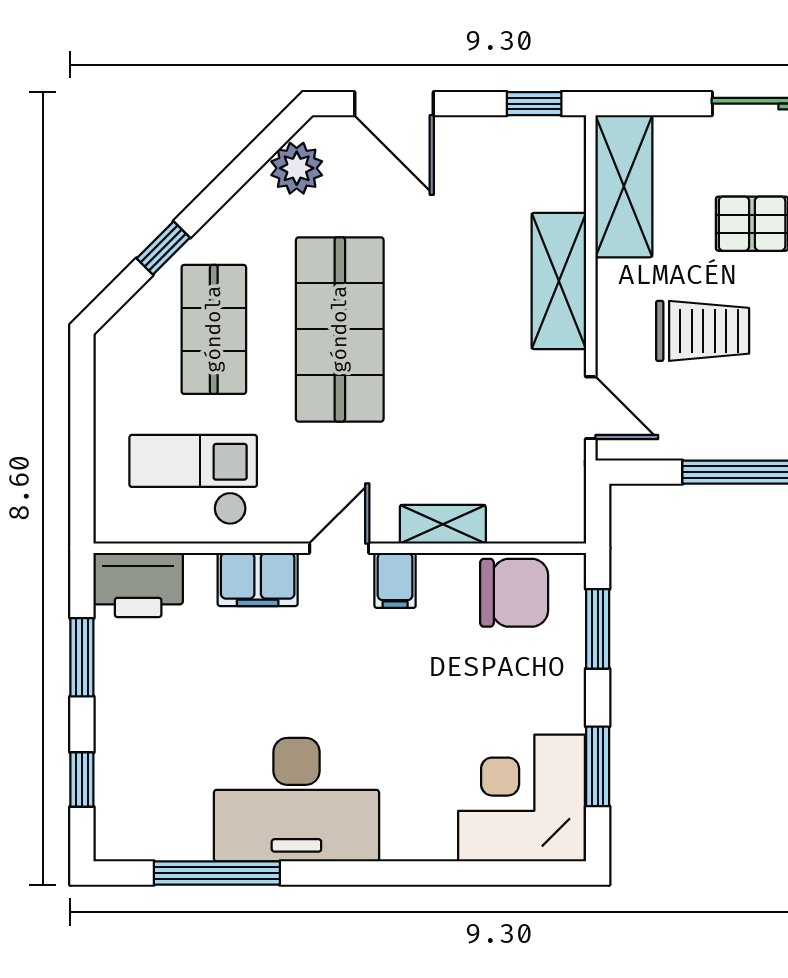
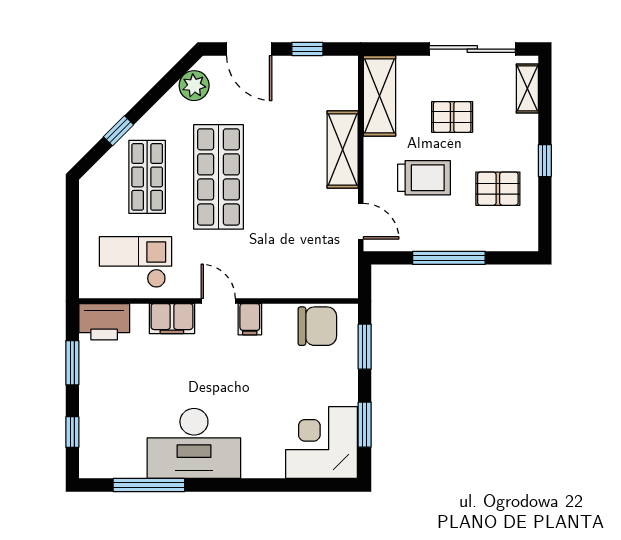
window: (534, 104) -> (307, 49), moved
shelving: (443, 524) -> (277, 287), removed
door: (339, 548) -> (218, 301), hinge flipped

